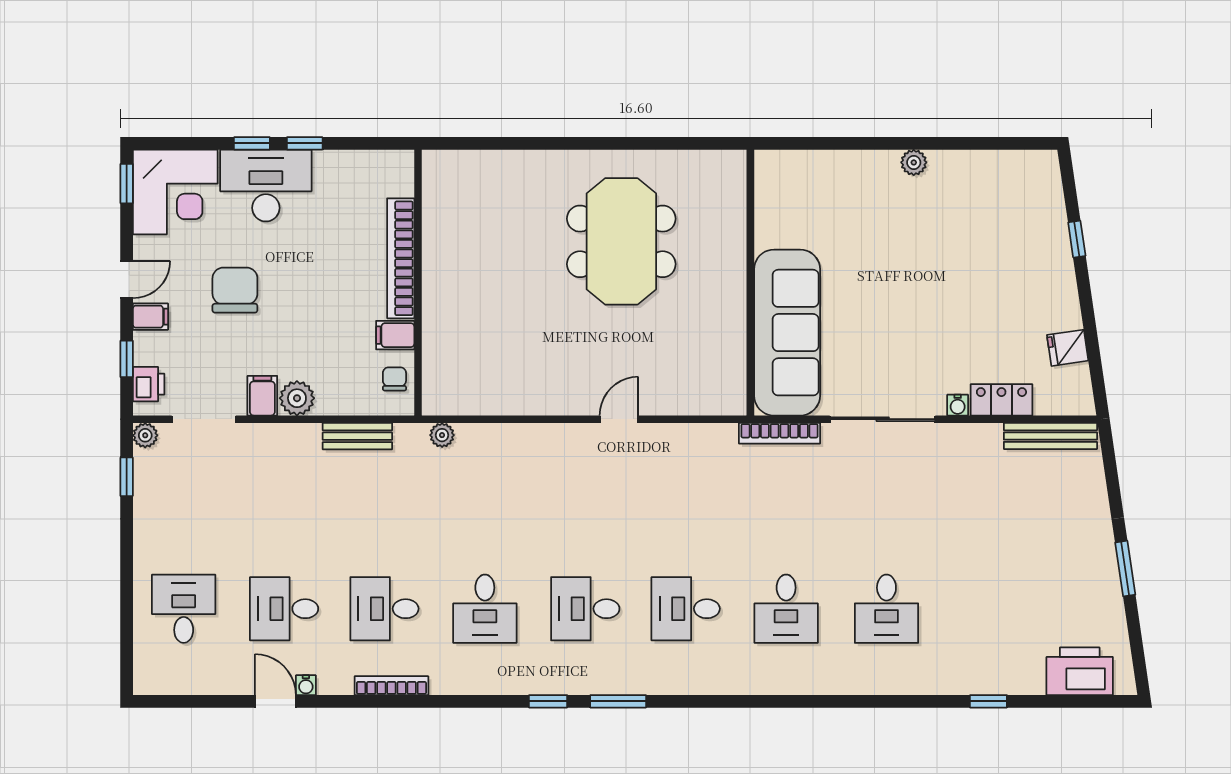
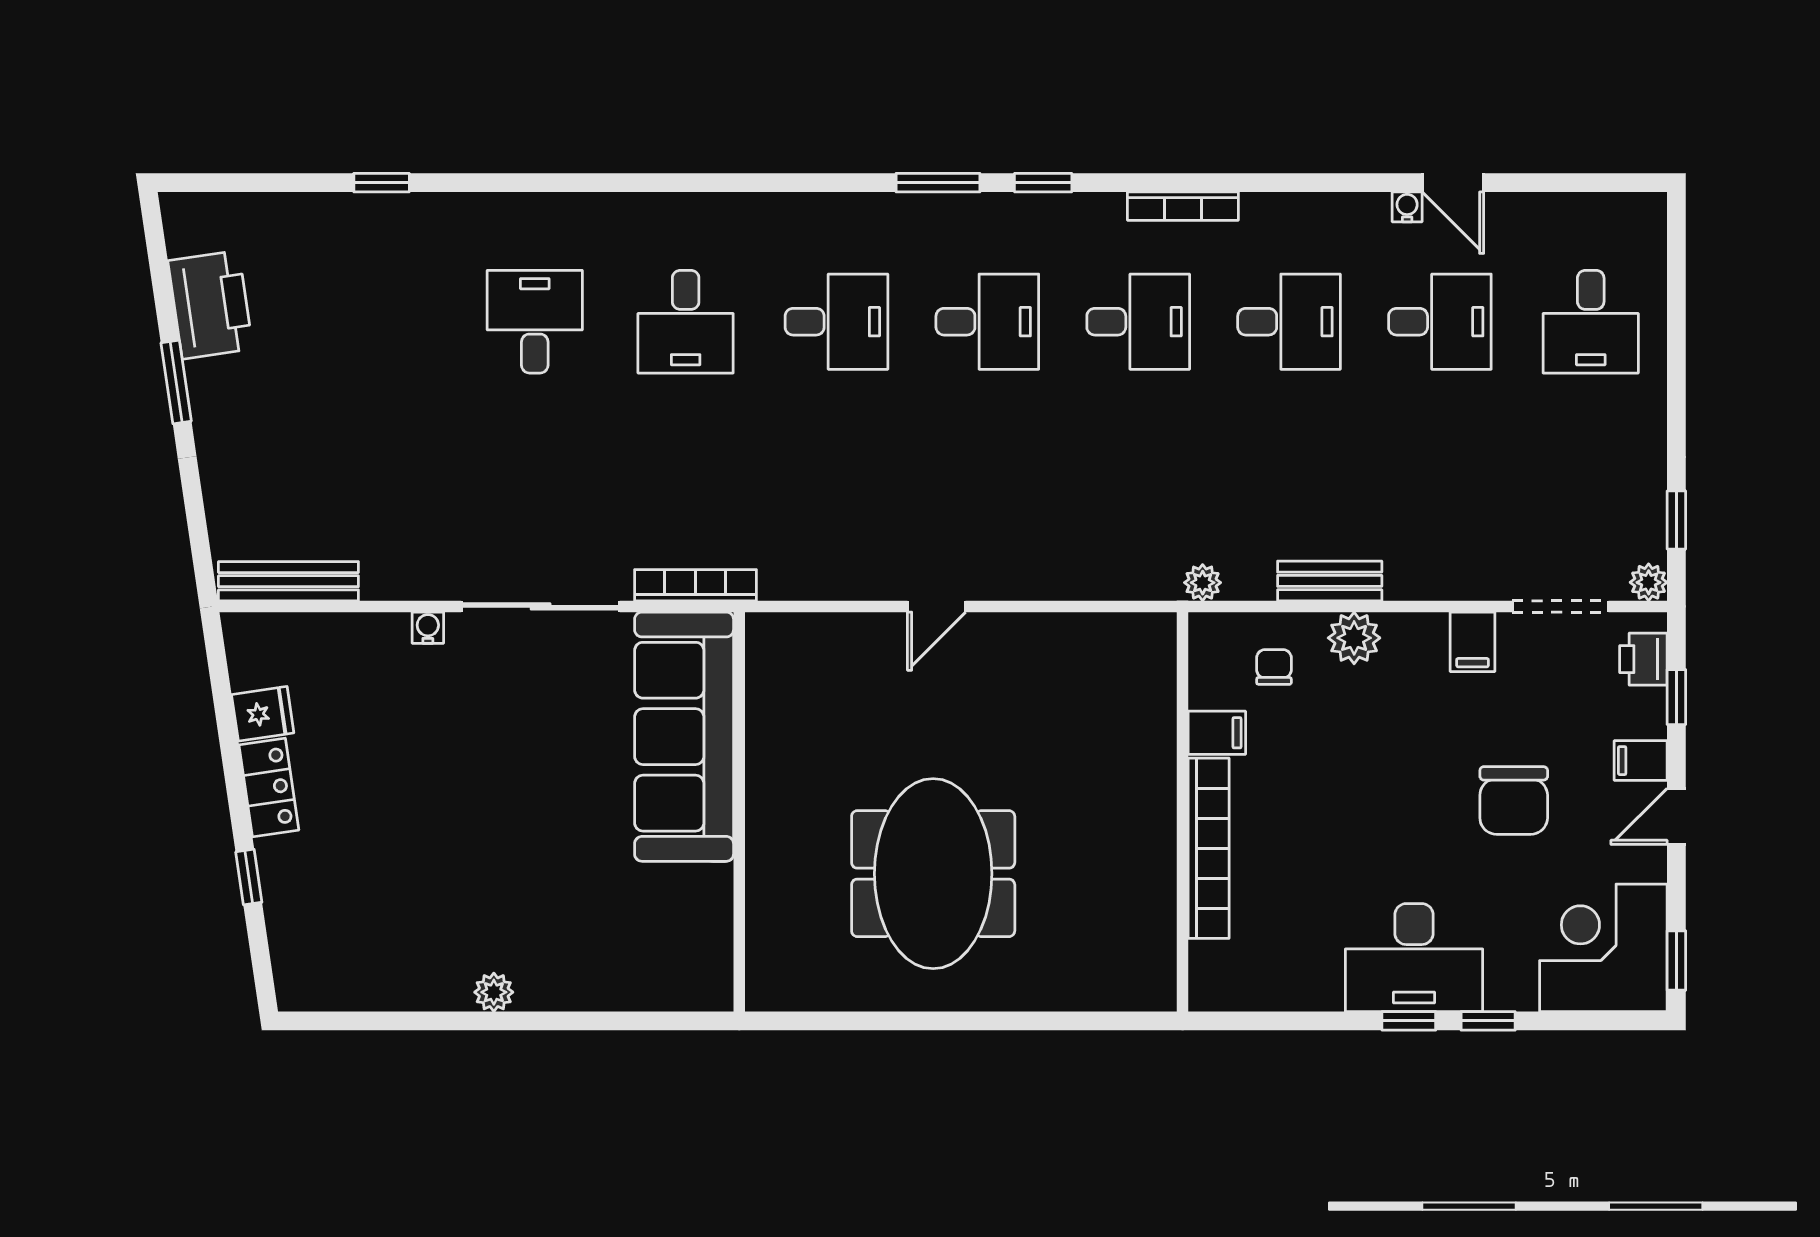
desk: (266, 186) -> (1414, 958), moved
bookcase: (401, 258) -> (1209, 848), moved
wall: (418, 283) -> (1183, 812), moved
filing cabinet: (395, 335) -> (1217, 733), moved
chair: (394, 379) -> (1274, 667), turned 180
plant: (297, 398) -> (1354, 638), moved
locker: (1001, 400) -> (269, 787), moved, turned -98
desk: (485, 609) -> (1138, 322), turned 90
desk: (786, 609) -> (686, 322), turned 180
printer: (1080, 671) -> (210, 305), moved, turned -98
bookcase: (391, 686) -> (1183, 206), moved

